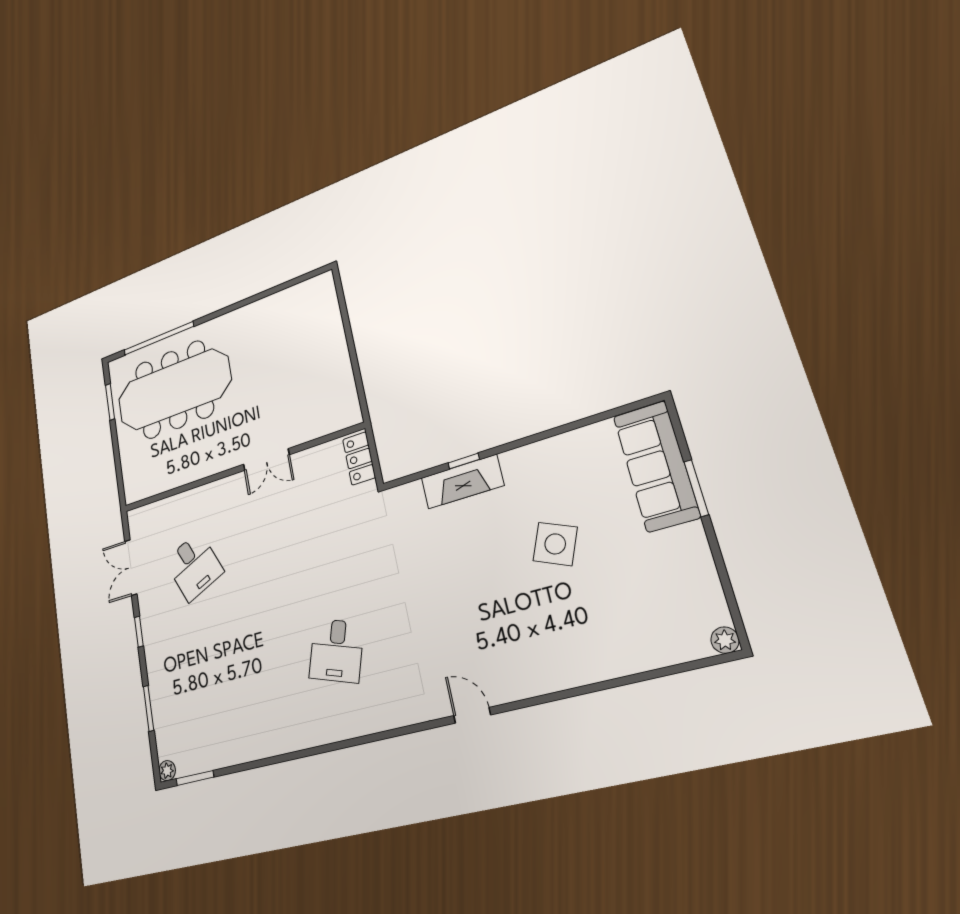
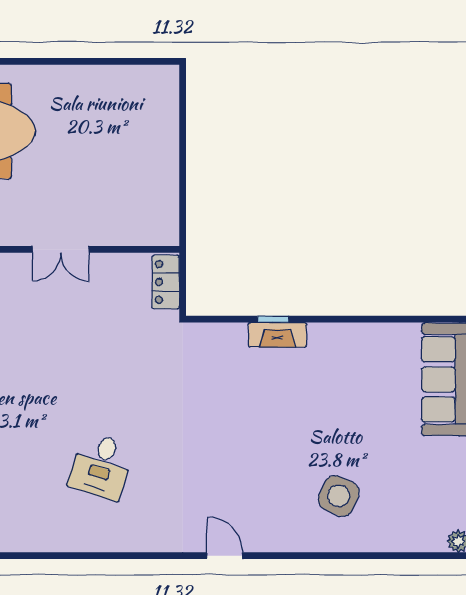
fireplace: (462, 482) -> (277, 335), width x0.73, depth x0.76
side table: (555, 544) -> (339, 496), moved

